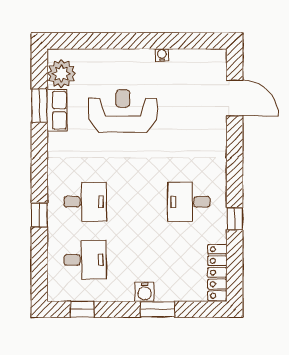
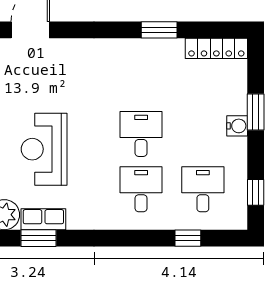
desk: (189, 202) -> (141, 134), moved, turned 180
window: (39, 215) -> (188, 238), moved
window: (235, 219) -> (159, 30), width x1.50

